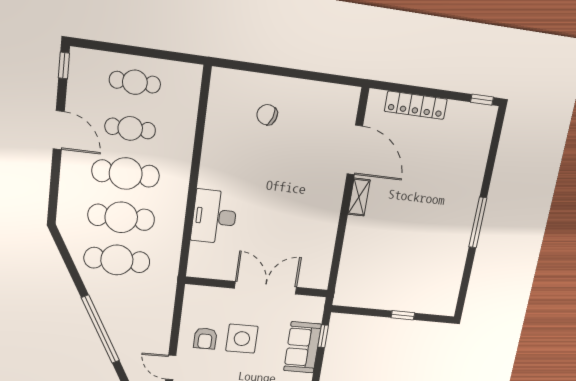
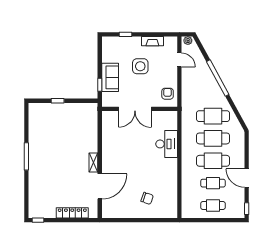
door: (355, 150) -> (100, 186), swing flipped
armchair: (205, 338) -> (168, 94), moved
side table: (242, 339) -> (140, 66), moved

